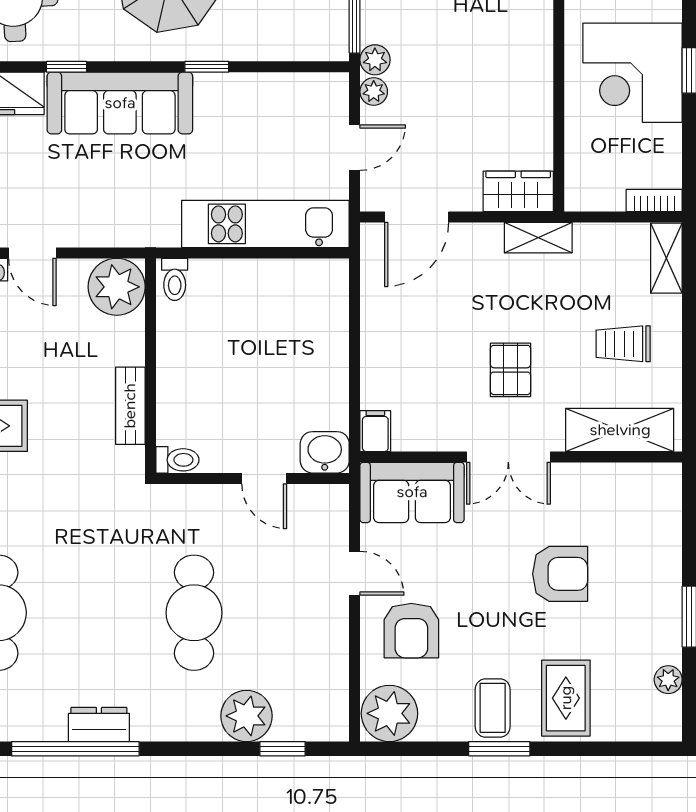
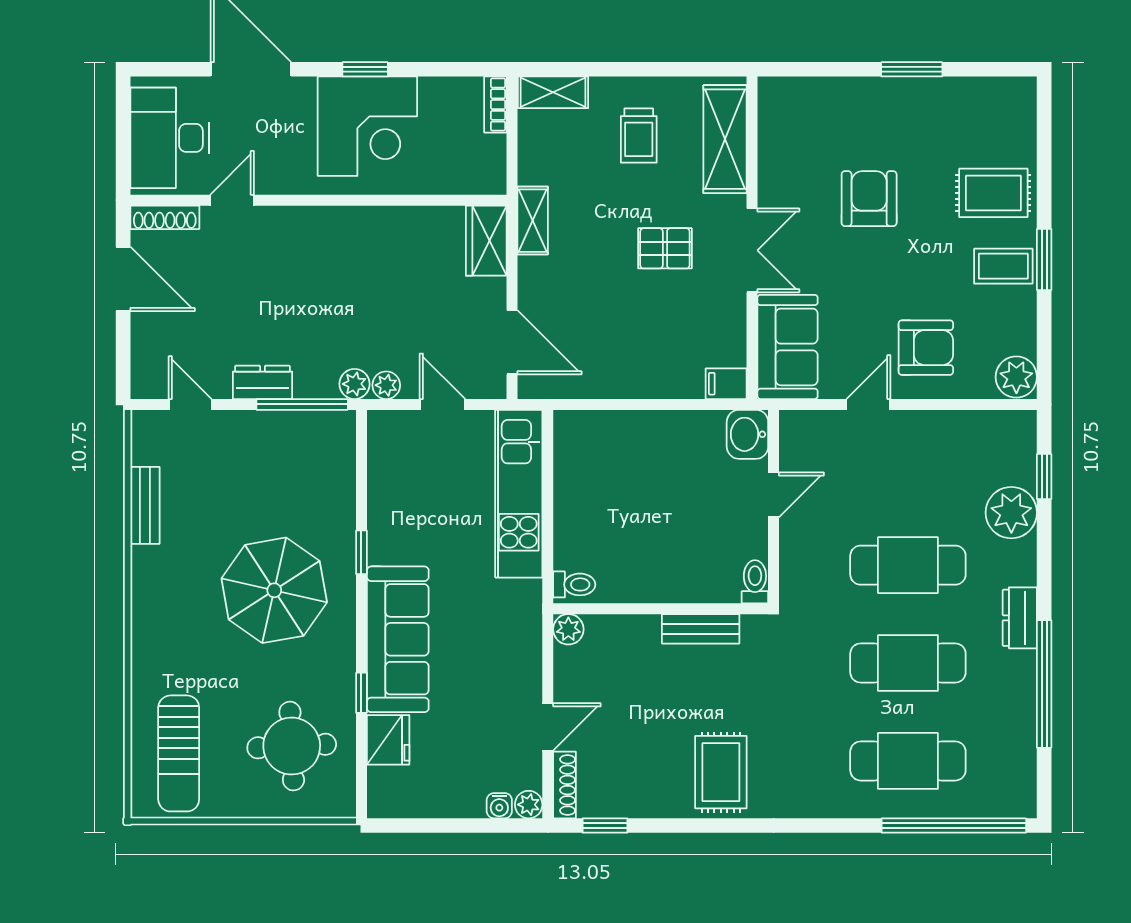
plant: (117, 287) -> (568, 629), width x0.53, depth x0.53
cafe table: (96, 613) -> (908, 663), added
plant: (668, 680) -> (975, 90), removed
plant: (389, 713) -> (1016, 377), width x0.73, depth x0.73
dresser: (99, 724) -> (1020, 618), moved

